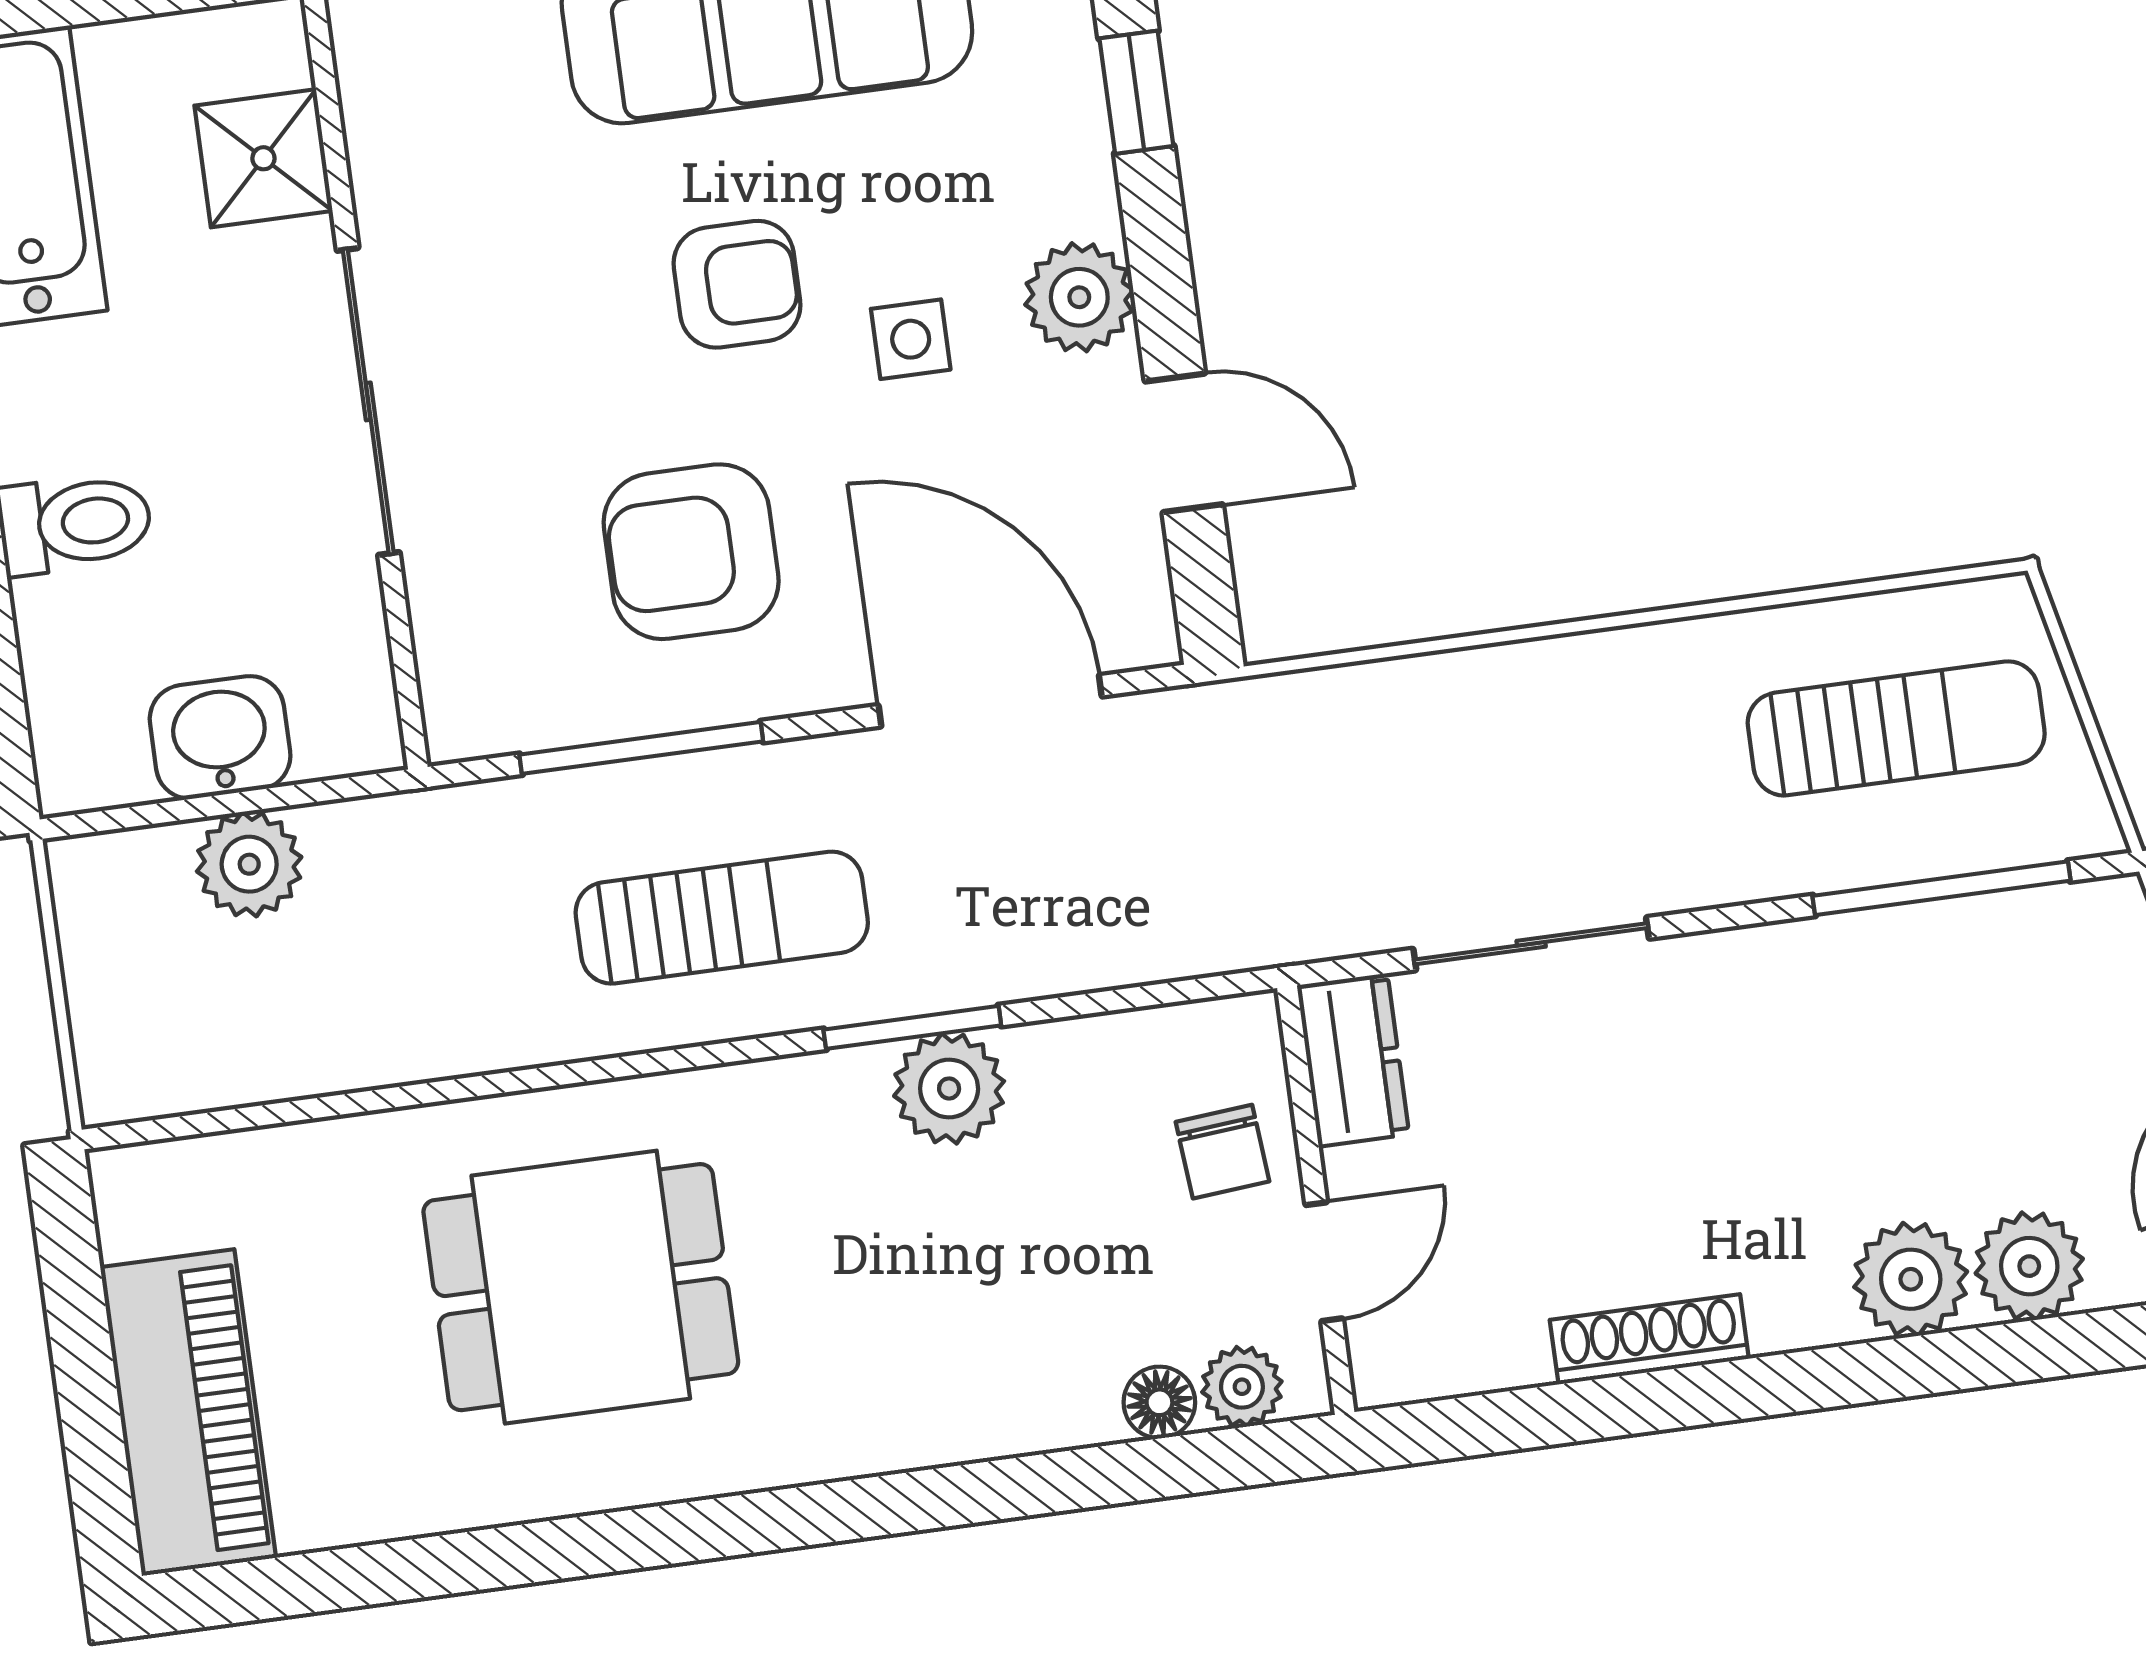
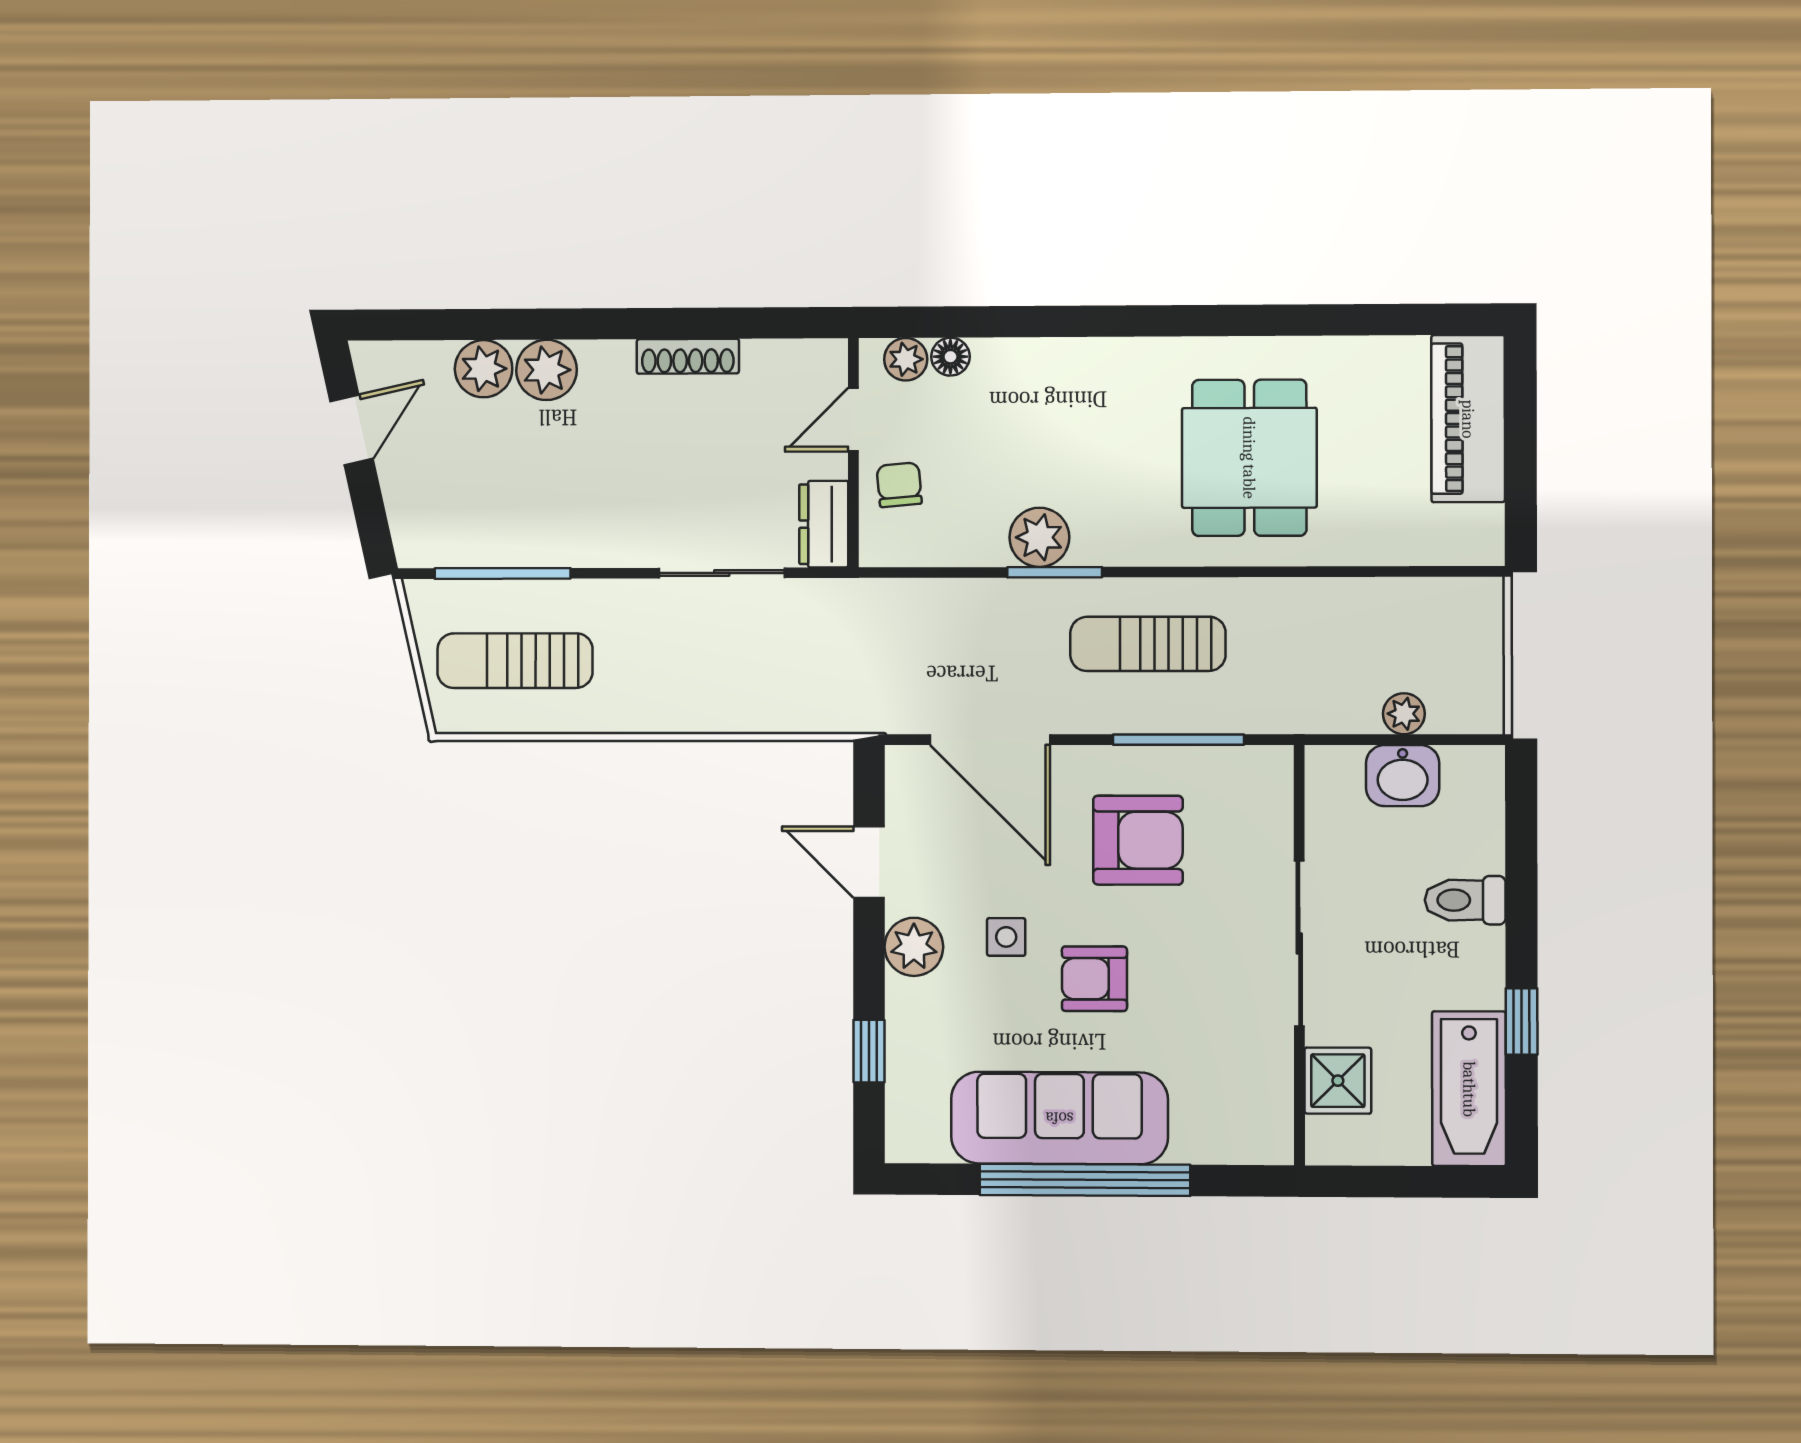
plant: (249, 864) -> (1404, 714), width x0.73, depth x0.73
dining table: (581, 1287) -> (1249, 458), turned 90

